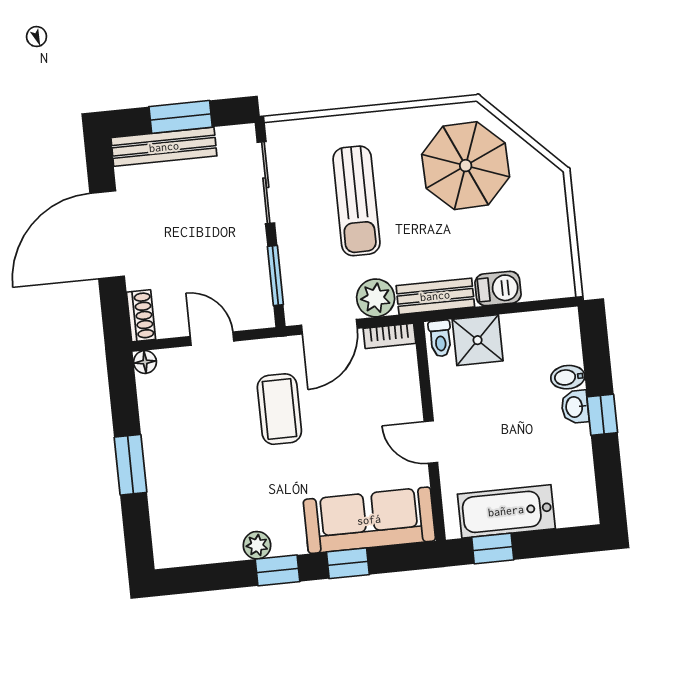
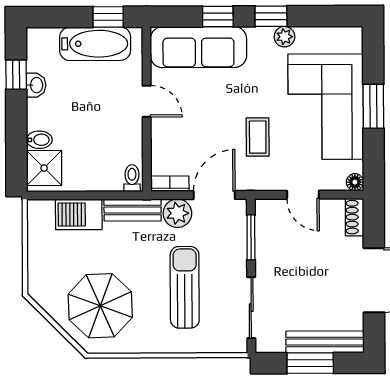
barbecue: (498, 289) -> (79, 214), width x1.38, depth x1.27
shower: (478, 340) -> (44, 168), moved
washbasin: (575, 407) -> (36, 85), moved
coffee table: (279, 409) -> (258, 137), width x0.73, depth x0.77
window: (602, 415) -> (16, 75), moved
corner sofa: (193, 458) -> (326, 107), added

